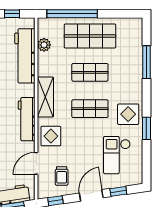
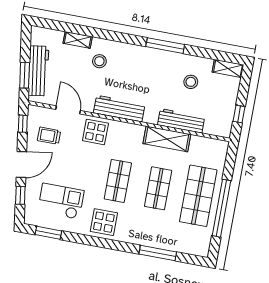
window: (72, 14) -> (222, 208), moved
plant: (44, 45) -> (198, 143), removed
workbench: (25, 56) -> (181, 121), width x0.73, depth x0.76
shelving: (45, 97) -> (167, 139), moved
window: (146, 128) -> (48, 233), moved
door: (91, 195) -> (21, 165), hinge flipped

